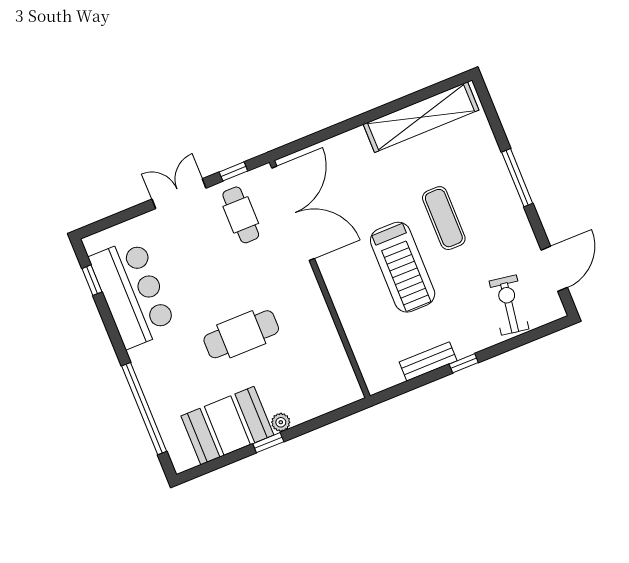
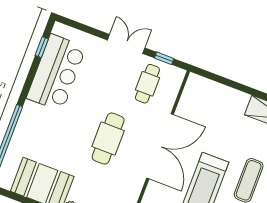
double door: (293, 213) -> (160, 146), moved
cafe table: (241, 334) -> (108, 139), moved, turned 90

